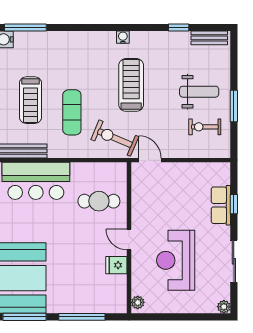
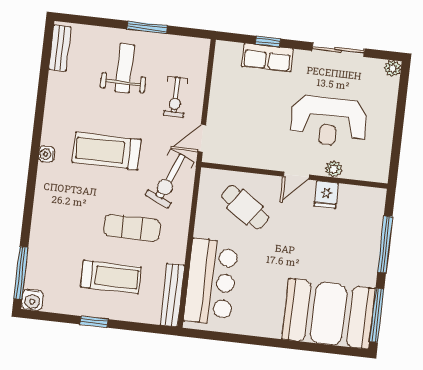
window: (179, 28) -> (43, 84), removed
exercise bike: (205, 127) -> (176, 97), moved
cafe table: (99, 201) -> (245, 207), turned -55
plant: (138, 302) -> (334, 169), moved

